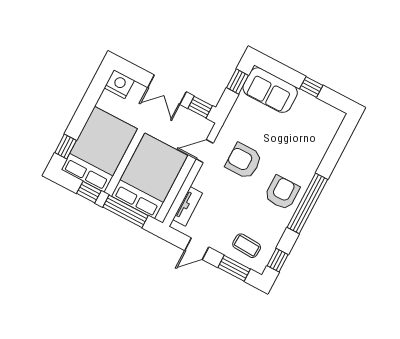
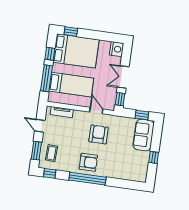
bed: (150, 176) -> (71, 85), width x0.67

